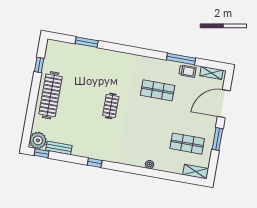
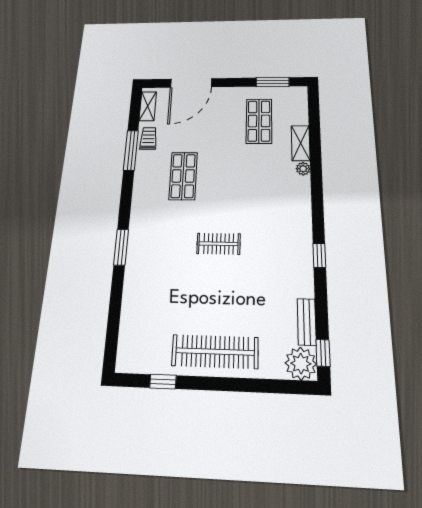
window: (87, 42) -> (121, 247), moved
door: (224, 104) -> (191, 83), hinge flipped
window: (217, 139) -> (273, 82), moved
shelving: (196, 172) -> (301, 143), moved

